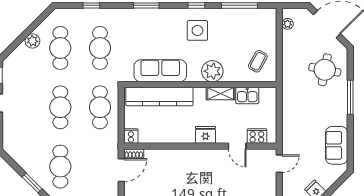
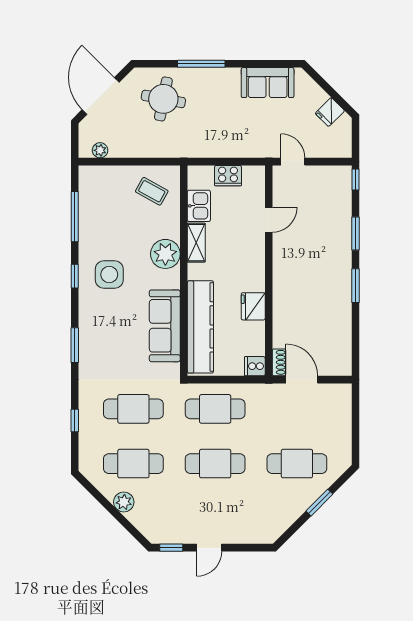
fridge: (205, 135) -> (253, 306), moved
cooker: (257, 136) -> (228, 176), moved, turned -90

